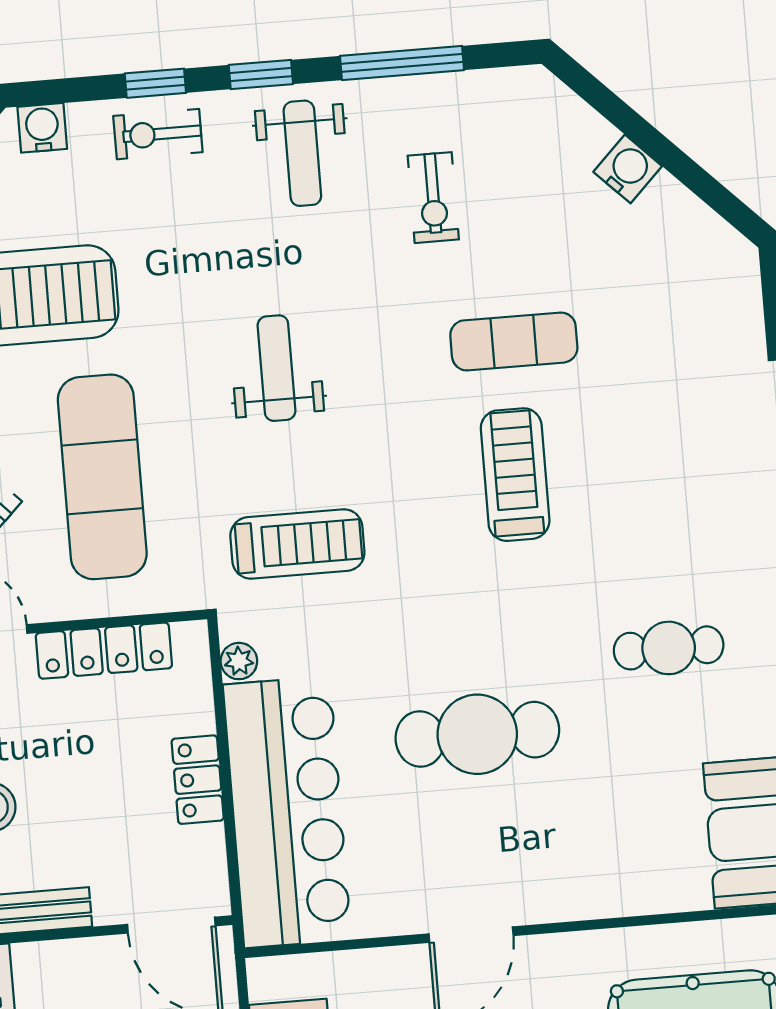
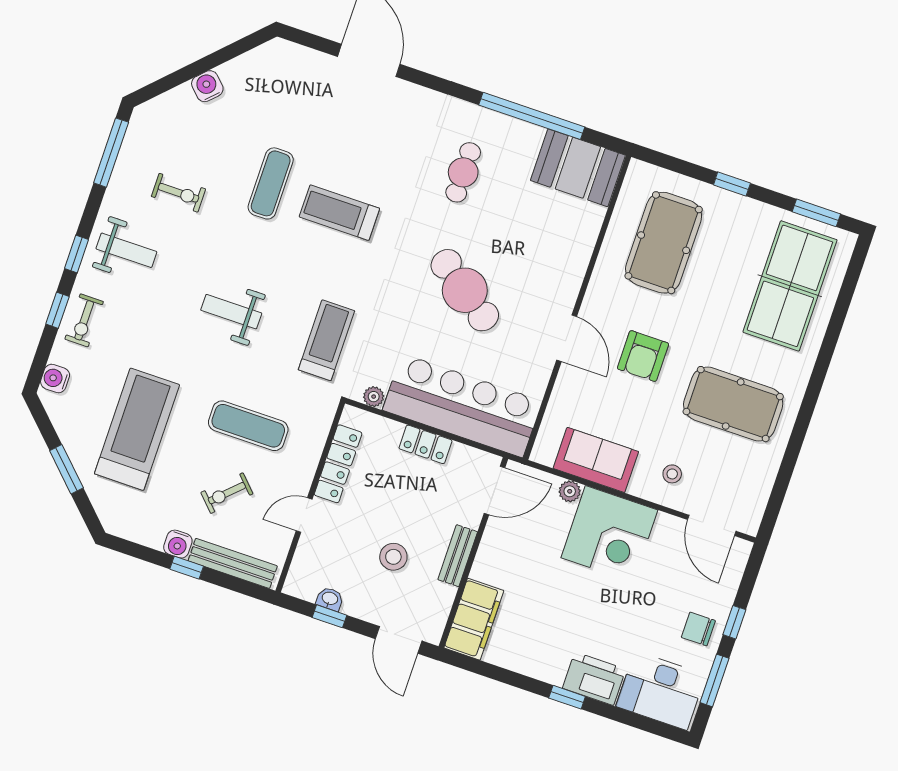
window: (402, 63) -> (111, 153), moved
exercise mat: (102, 477) -> (248, 426), width x0.73, depth x0.69
cafe table: (477, 734) -> (465, 290), turned -54

